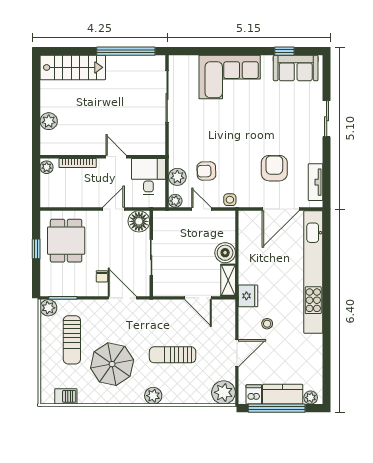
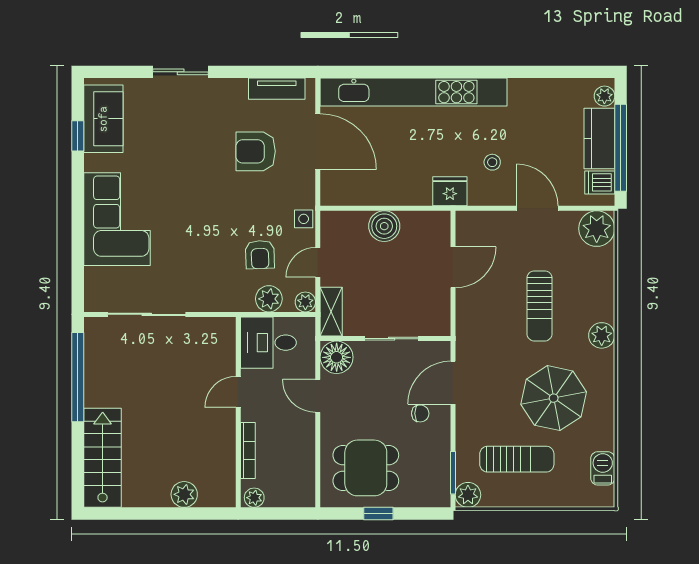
shelving: (228, 280) -> (331, 312), moved, turned 90

